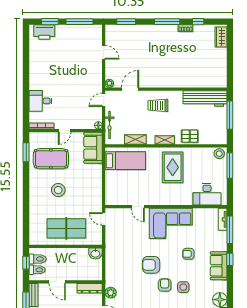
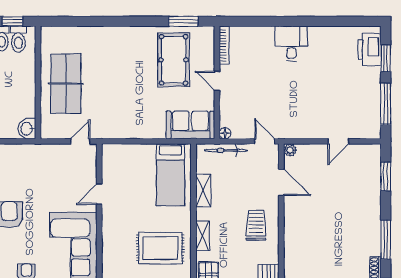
desk: (40, 101) -> (291, 44), moved
stool: (58, 190) -> (125, 71), removed

